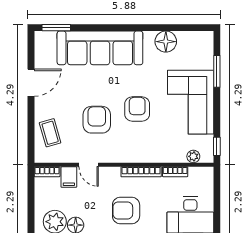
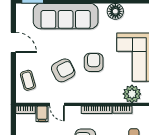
door: (31, 83) -> (13, 42), hinge flipped
armchair: (97, 120) -> (63, 70), turned 63
plant: (193, 156) -> (132, 94), width x1.88, depth x1.88

